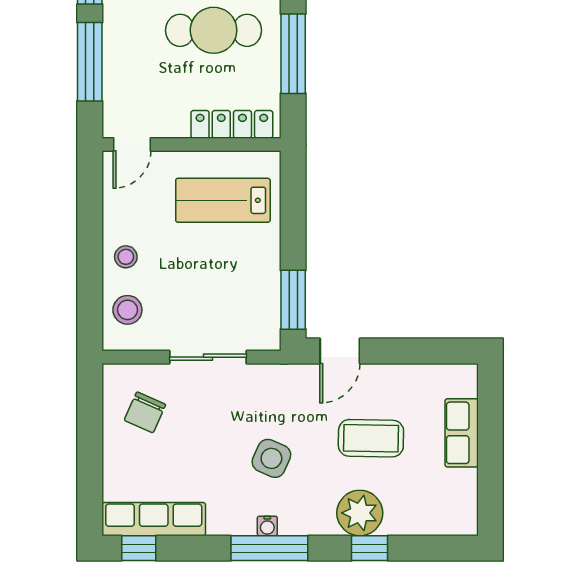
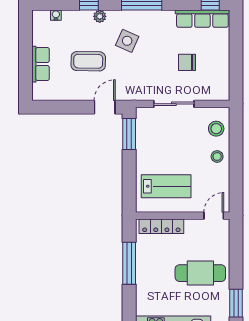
cafe table: (214, 30) -> (200, 273), moved
window: (90, 62) -> (236, 259), removed
chair: (145, 412) -> (187, 62), moved, turned -114
side table: (271, 458) -> (127, 41), moved
plant: (360, 513) -> (100, 16), width x0.53, depth x0.53
water cooler: (267, 526) -> (56, 15), moved

